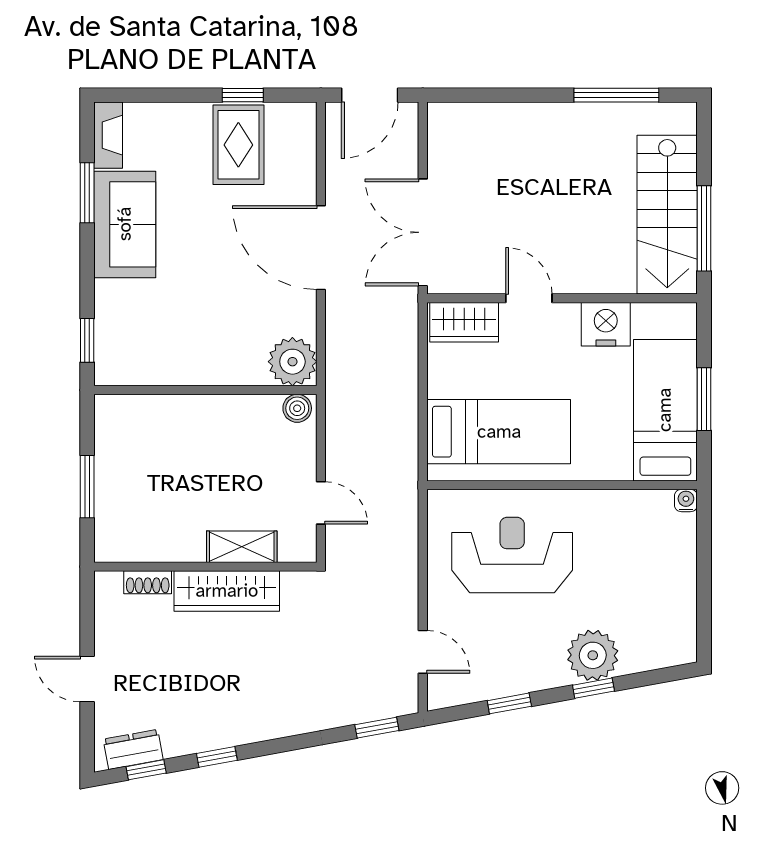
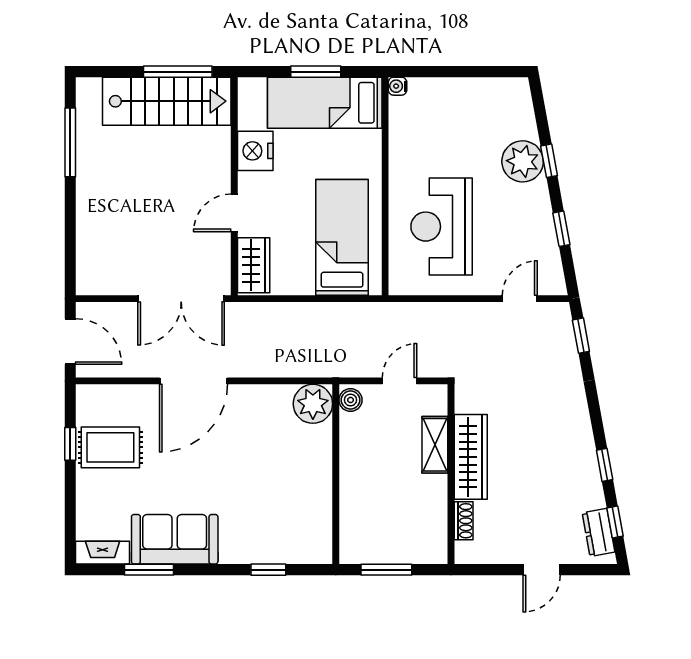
plant: (292, 362) -> (313, 404), moved
wall: (205, 390) -> (336, 474), moved
boiler: (297, 408) -> (351, 400), moved

